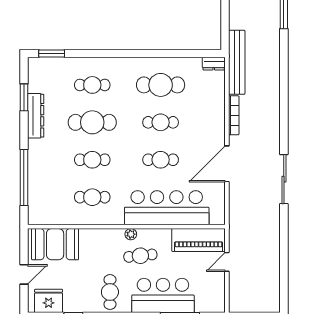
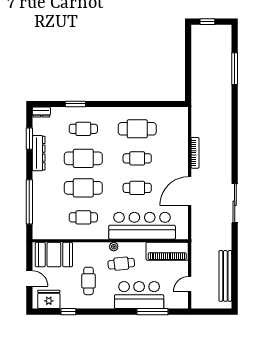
window: (52, 53) -> (75, 104), moved
bench: (237, 62) -> (225, 276), moved
dresser: (214, 64) -> (41, 112), moved
cafe table: (92, 160) -> (83, 188), width x1.37, depth x1.35
door: (227, 262) -> (190, 284), moved
door: (24, 274) -> (29, 278), hinge flipped
cafe table: (110, 292) -> (88, 281), moved

